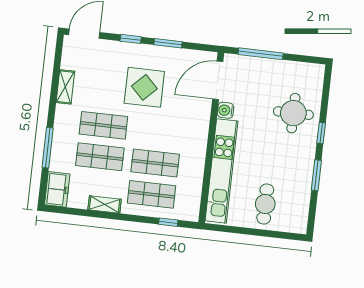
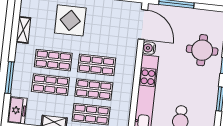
door: (218, 80) -> (143, 25), swing flipped
display table: (144, 87) -> (70, 20), moved
shop shelf: (159, 132) -> (97, 65), added

